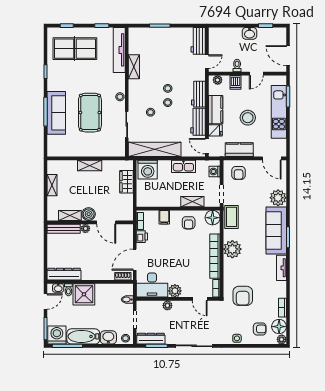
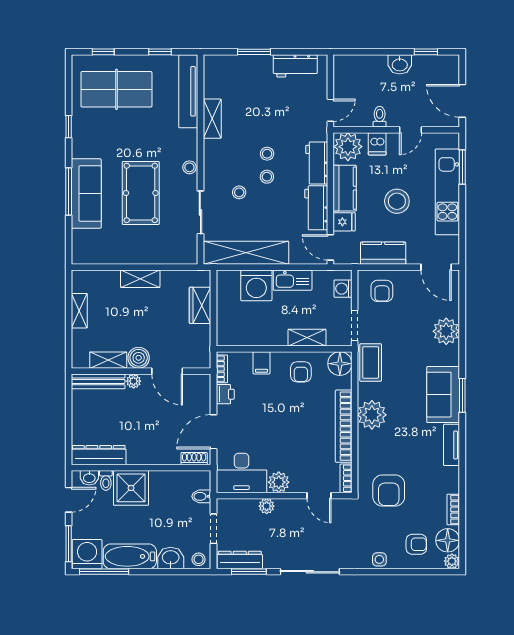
workbench: (198, 41) -> (295, 66), moved, turned -90
plant: (218, 80) -> (348, 147), width x1.88, depth x1.88
washing machine: (148, 170) -> (256, 285), moved
sofa: (276, 230) -> (443, 395), width x0.73

